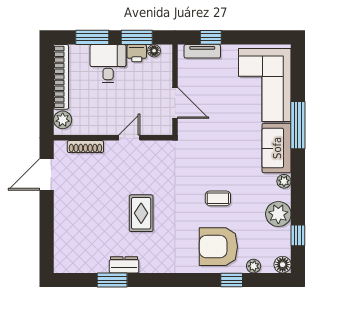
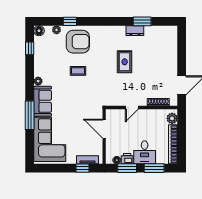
plant: (278, 214) -> (42, 61), removed

